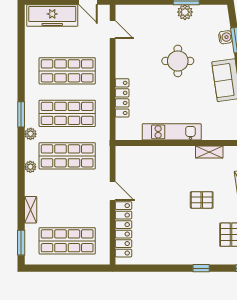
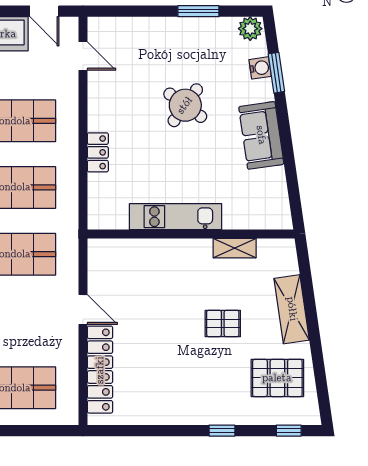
plant: (185, 12) -> (250, 29), moved
round table: (178, 61) -> (185, 105), turned 36
locker: (122, 98) -> (98, 152), width x0.66

